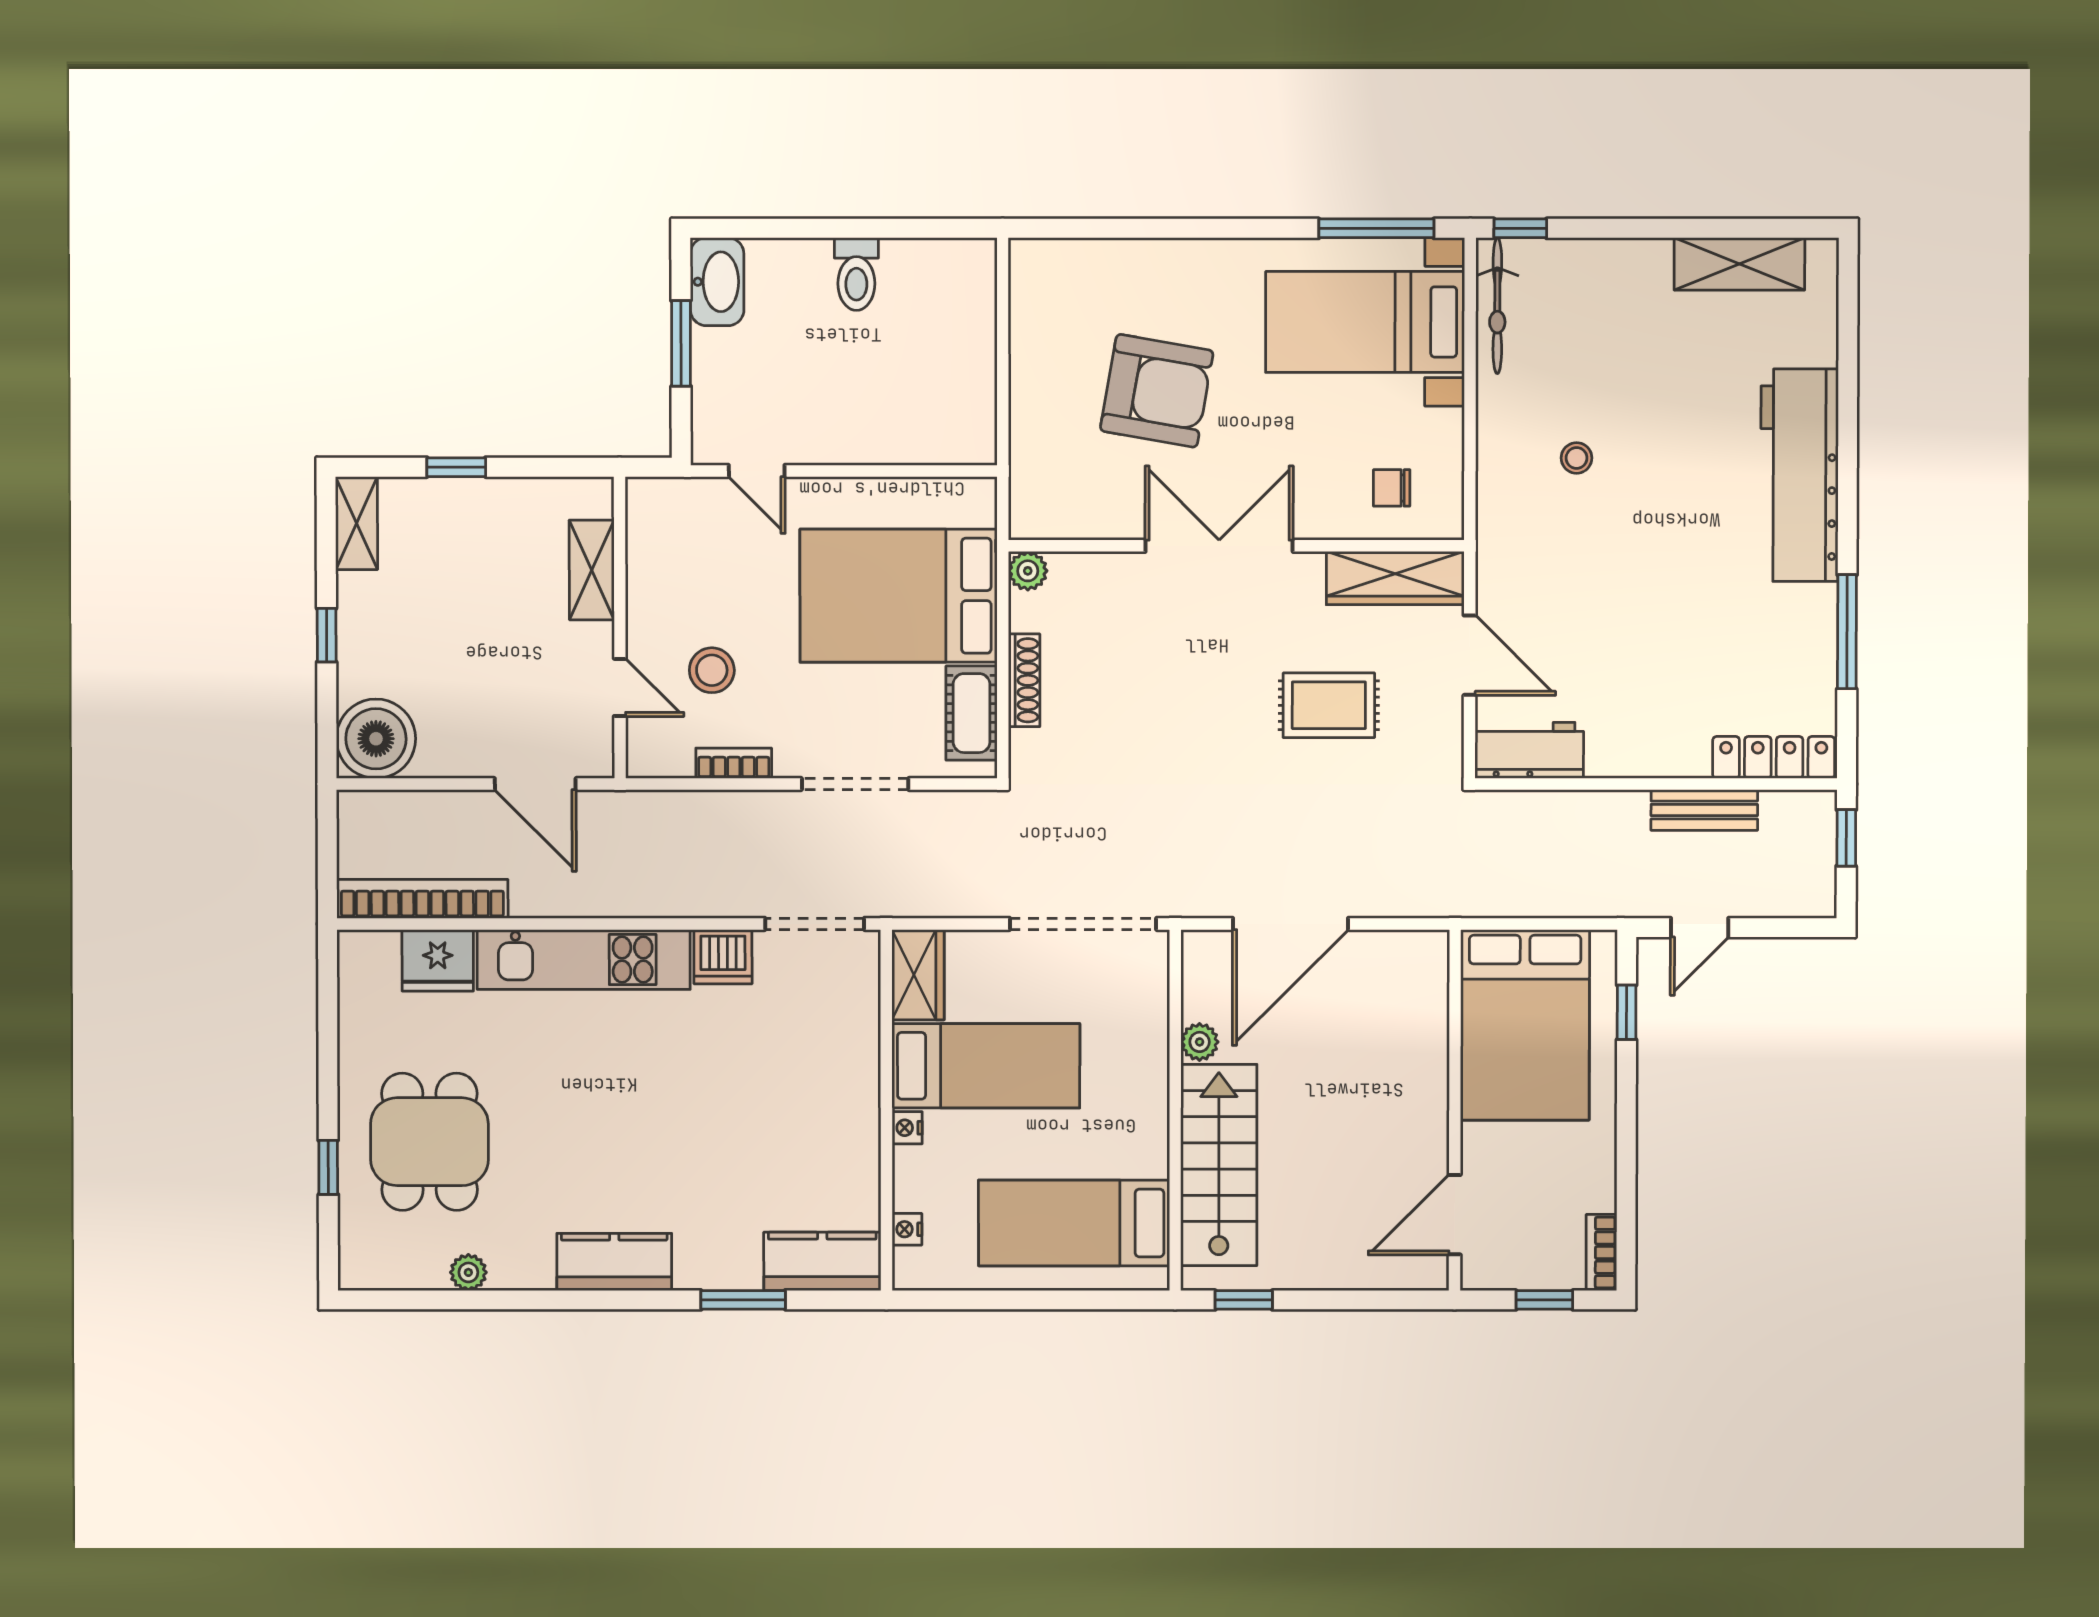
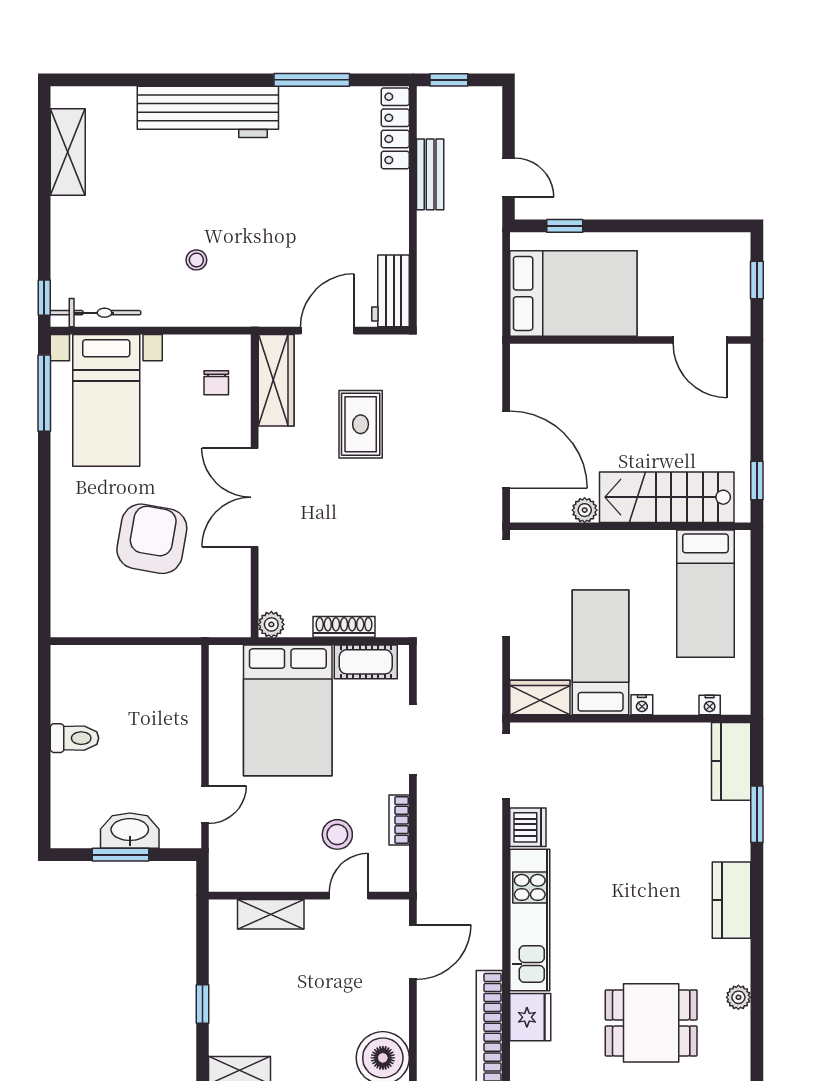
washbasin: (717, 282) -> (130, 831), moved
bookcase: (1601, 1253) -> (725, 242), removed

